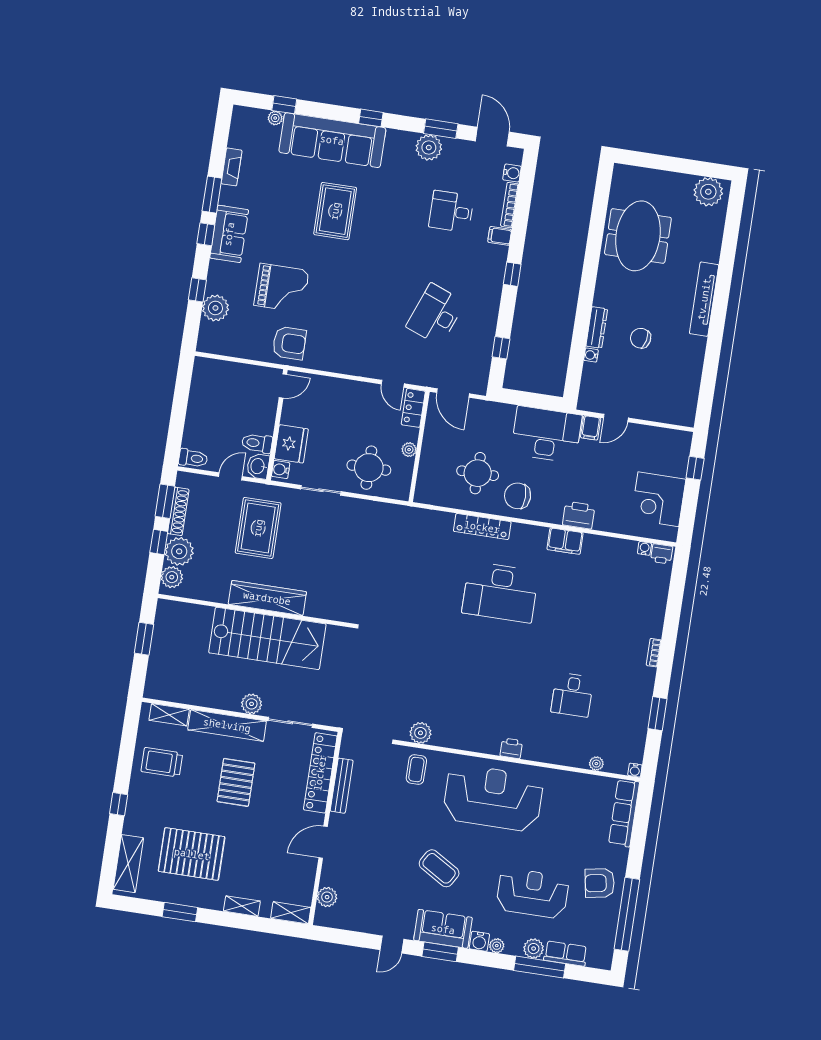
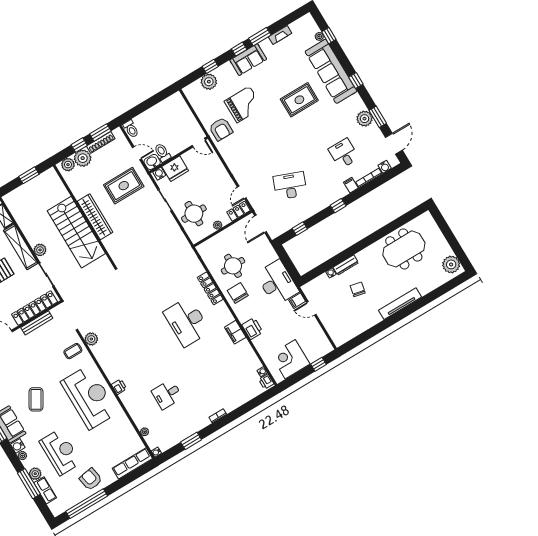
grand piano: (281, 288) -> (243, 104), turned -90

